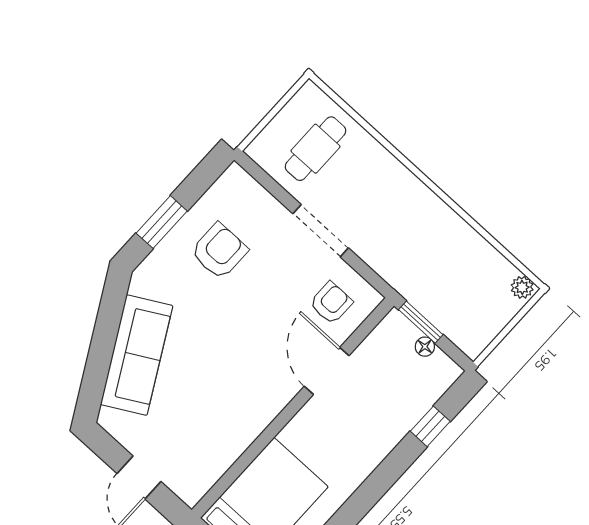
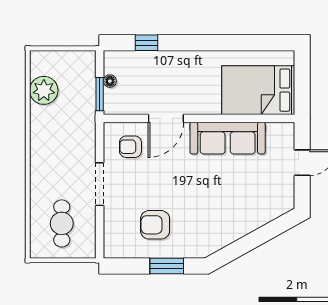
cafe table: (316, 149) -> (62, 223), turned 90
plant: (522, 287) -> (44, 90), moved, width x1.87, depth x1.87
sofa: (137, 355) -> (228, 138), moved, turned -151

